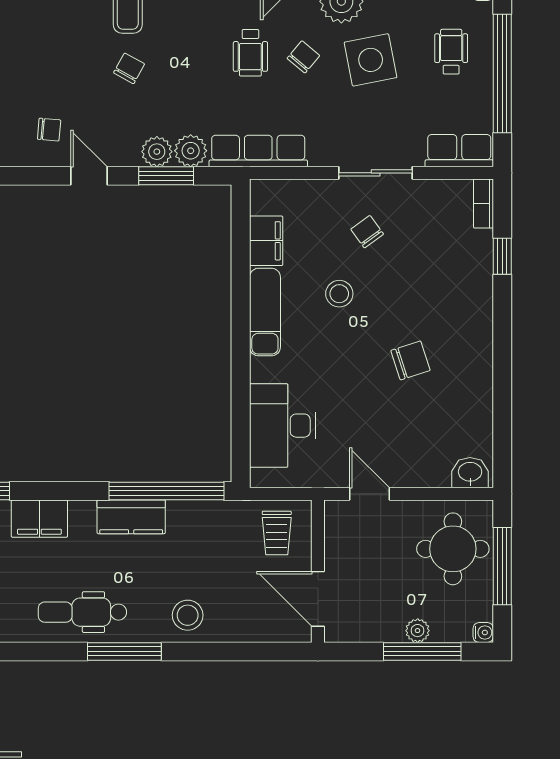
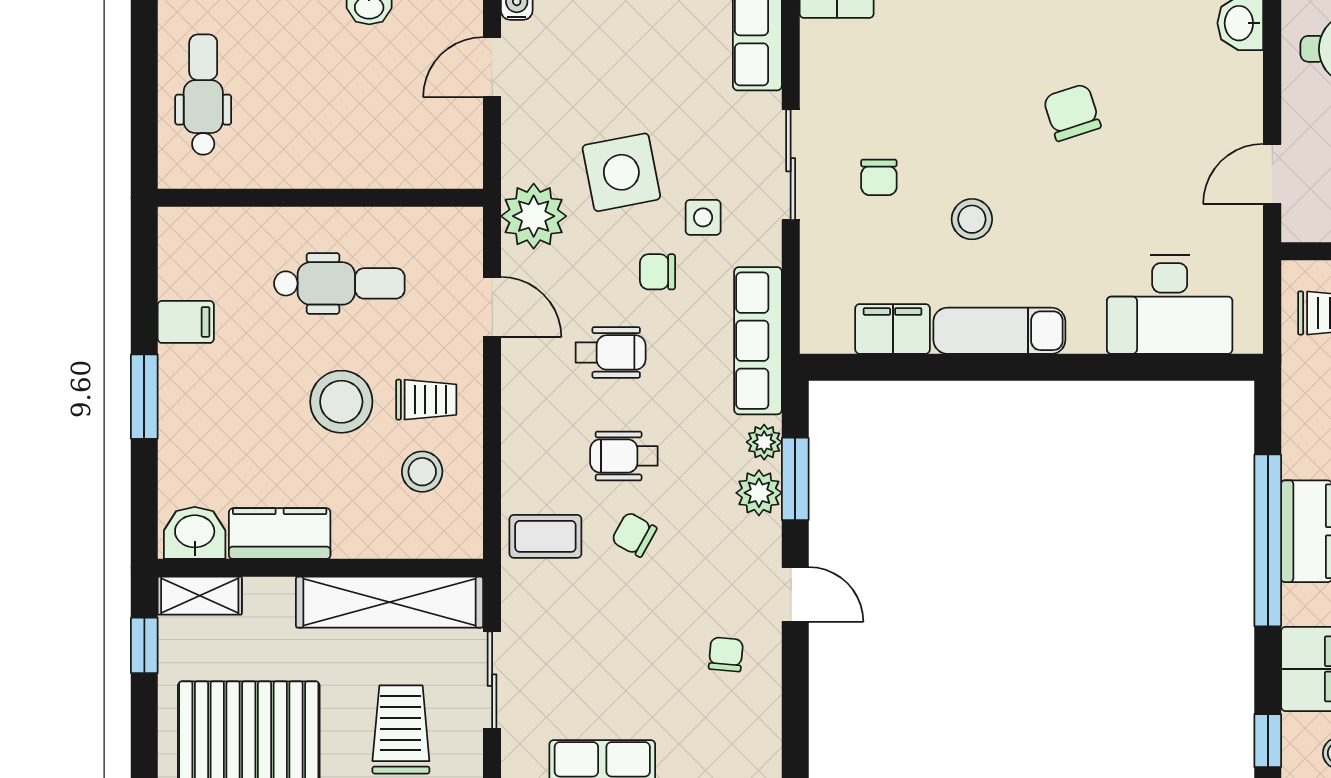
wheelchair: (451, 52) -> (624, 456), moved
chair: (303, 57) -> (658, 272), moved, turned -40
side table: (340, 114) -> (703, 217), added
plant: (191, 151) -> (764, 442), width x0.73, depth x0.73
door: (89, 176) -> (795, 594), swing flipped
chair: (367, 232) -> (879, 177), turned -54
window: (166, 491) -> (1268, 540), moved

